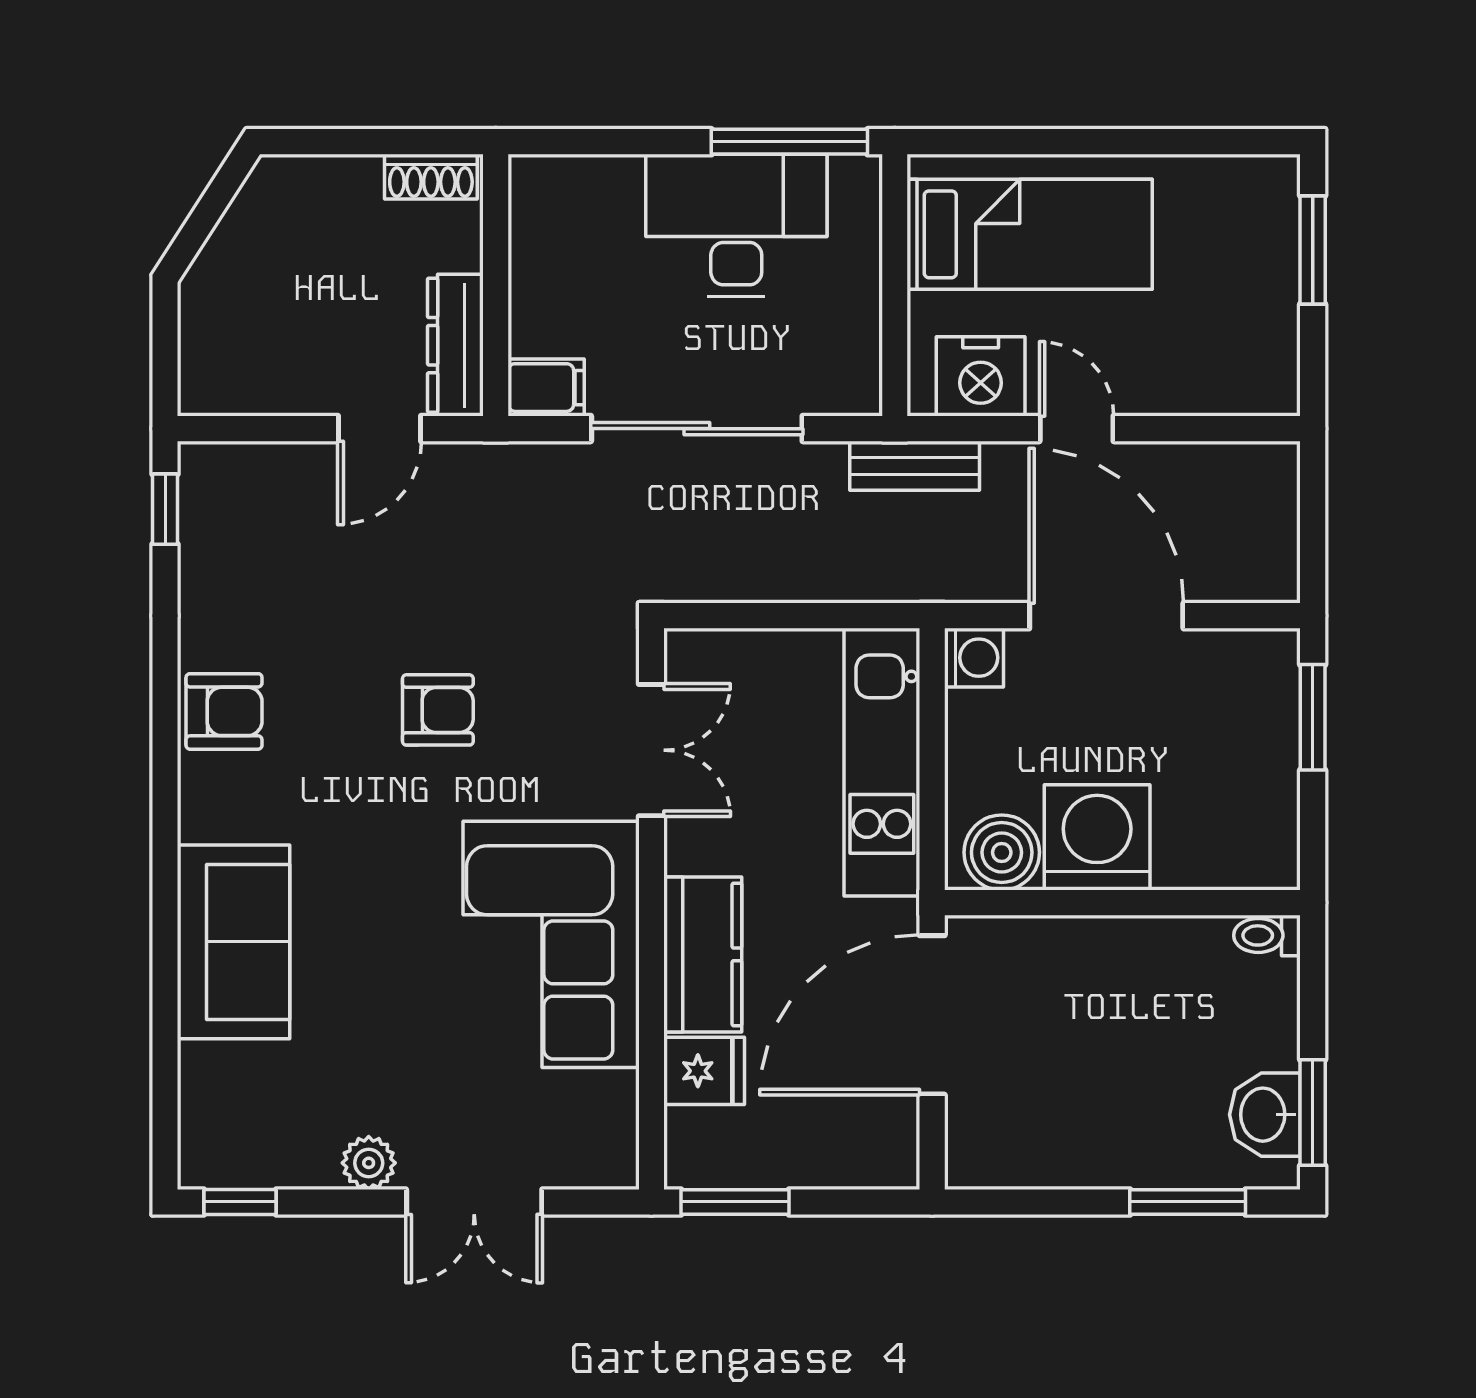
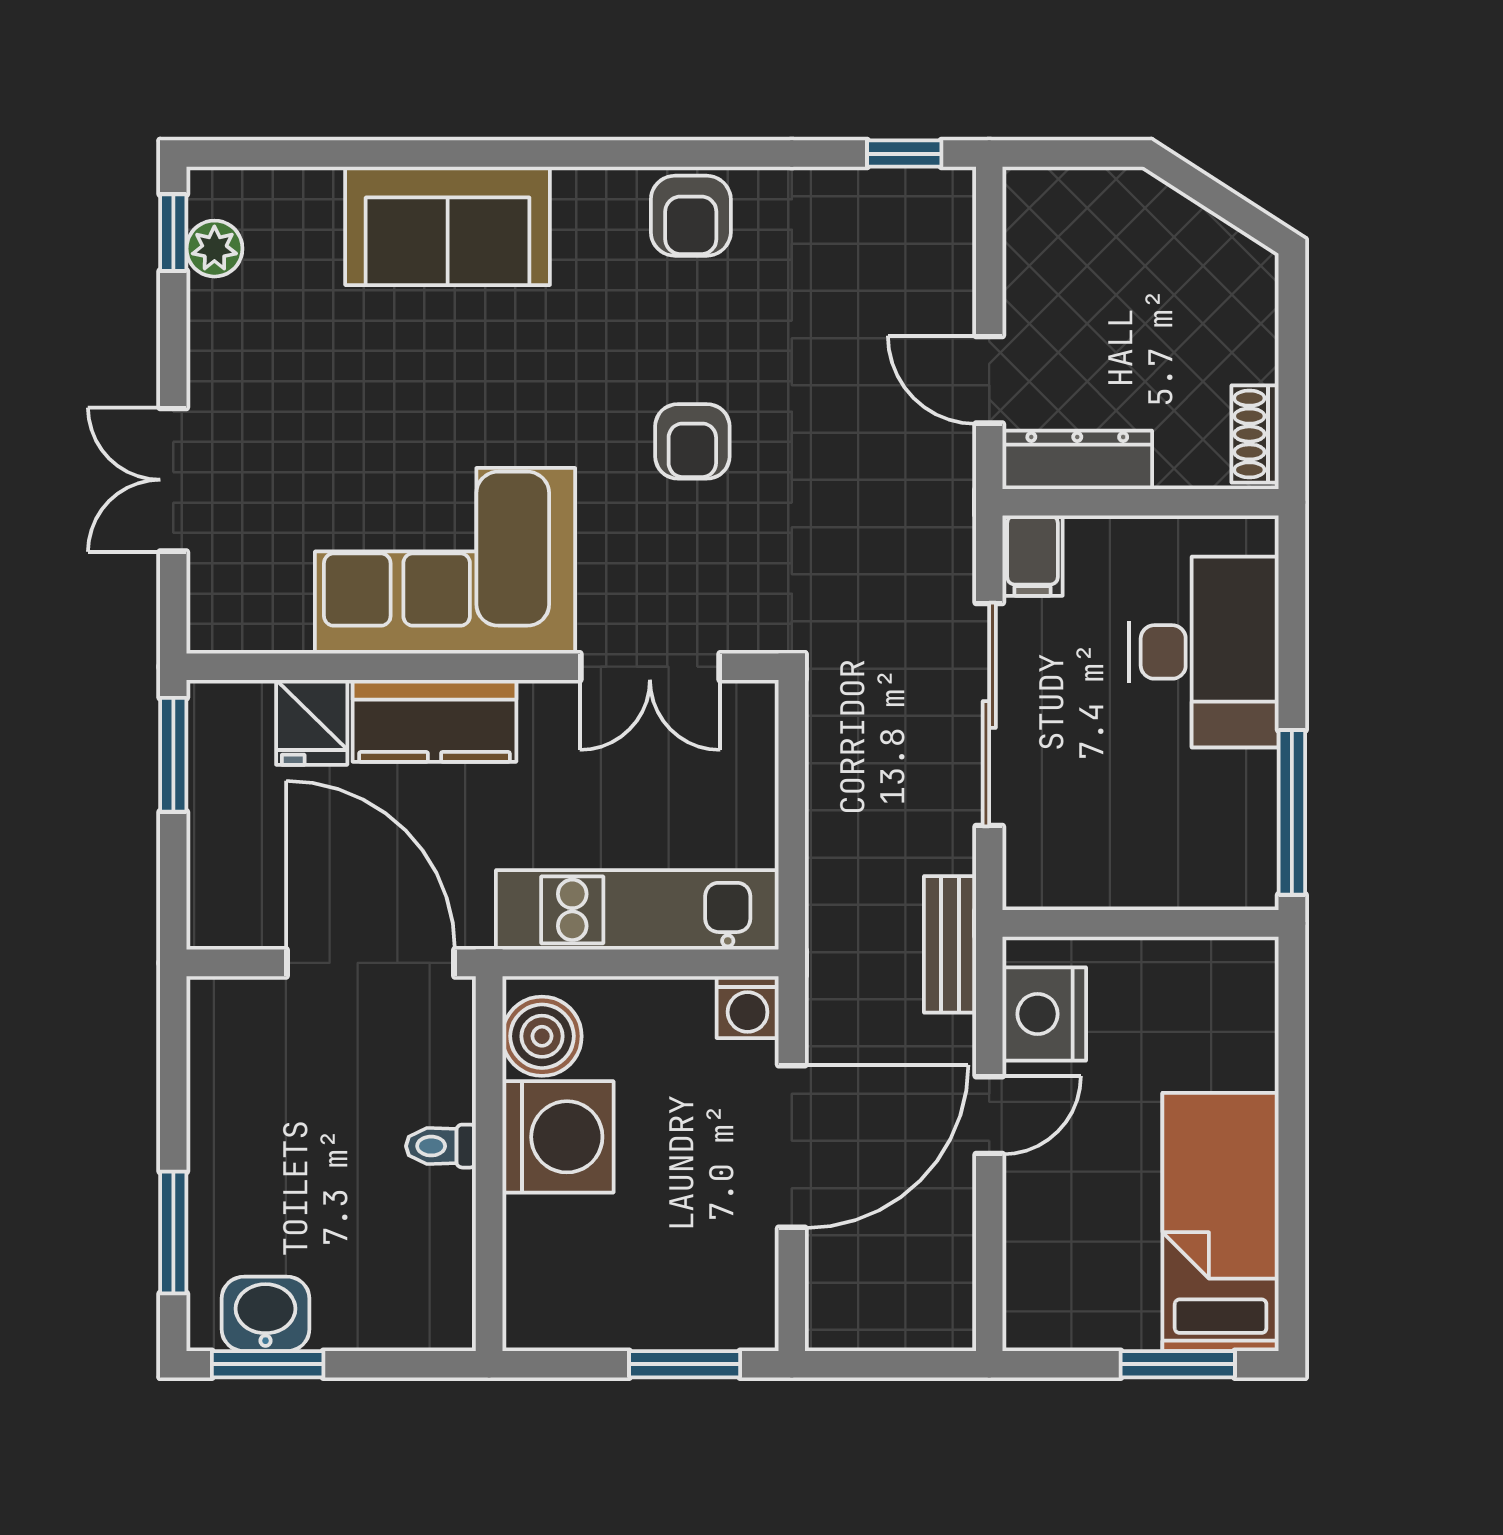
desk: (736, 225) -> (1204, 652), moved
bed: (1030, 234) -> (1221, 1222), moved, turned 180
toilet: (1267, 935) -> (441, 1146), moved, turned -90
plant: (369, 1163) -> (214, 249), moved

